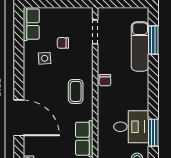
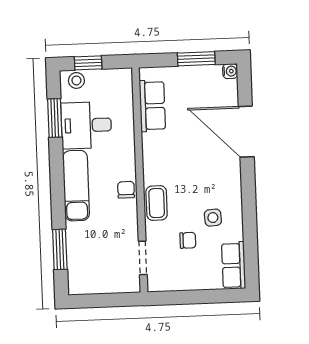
exam couch: (140, 46) -> (76, 186), moved
coffee table: (76, 91) -> (157, 203), moved

